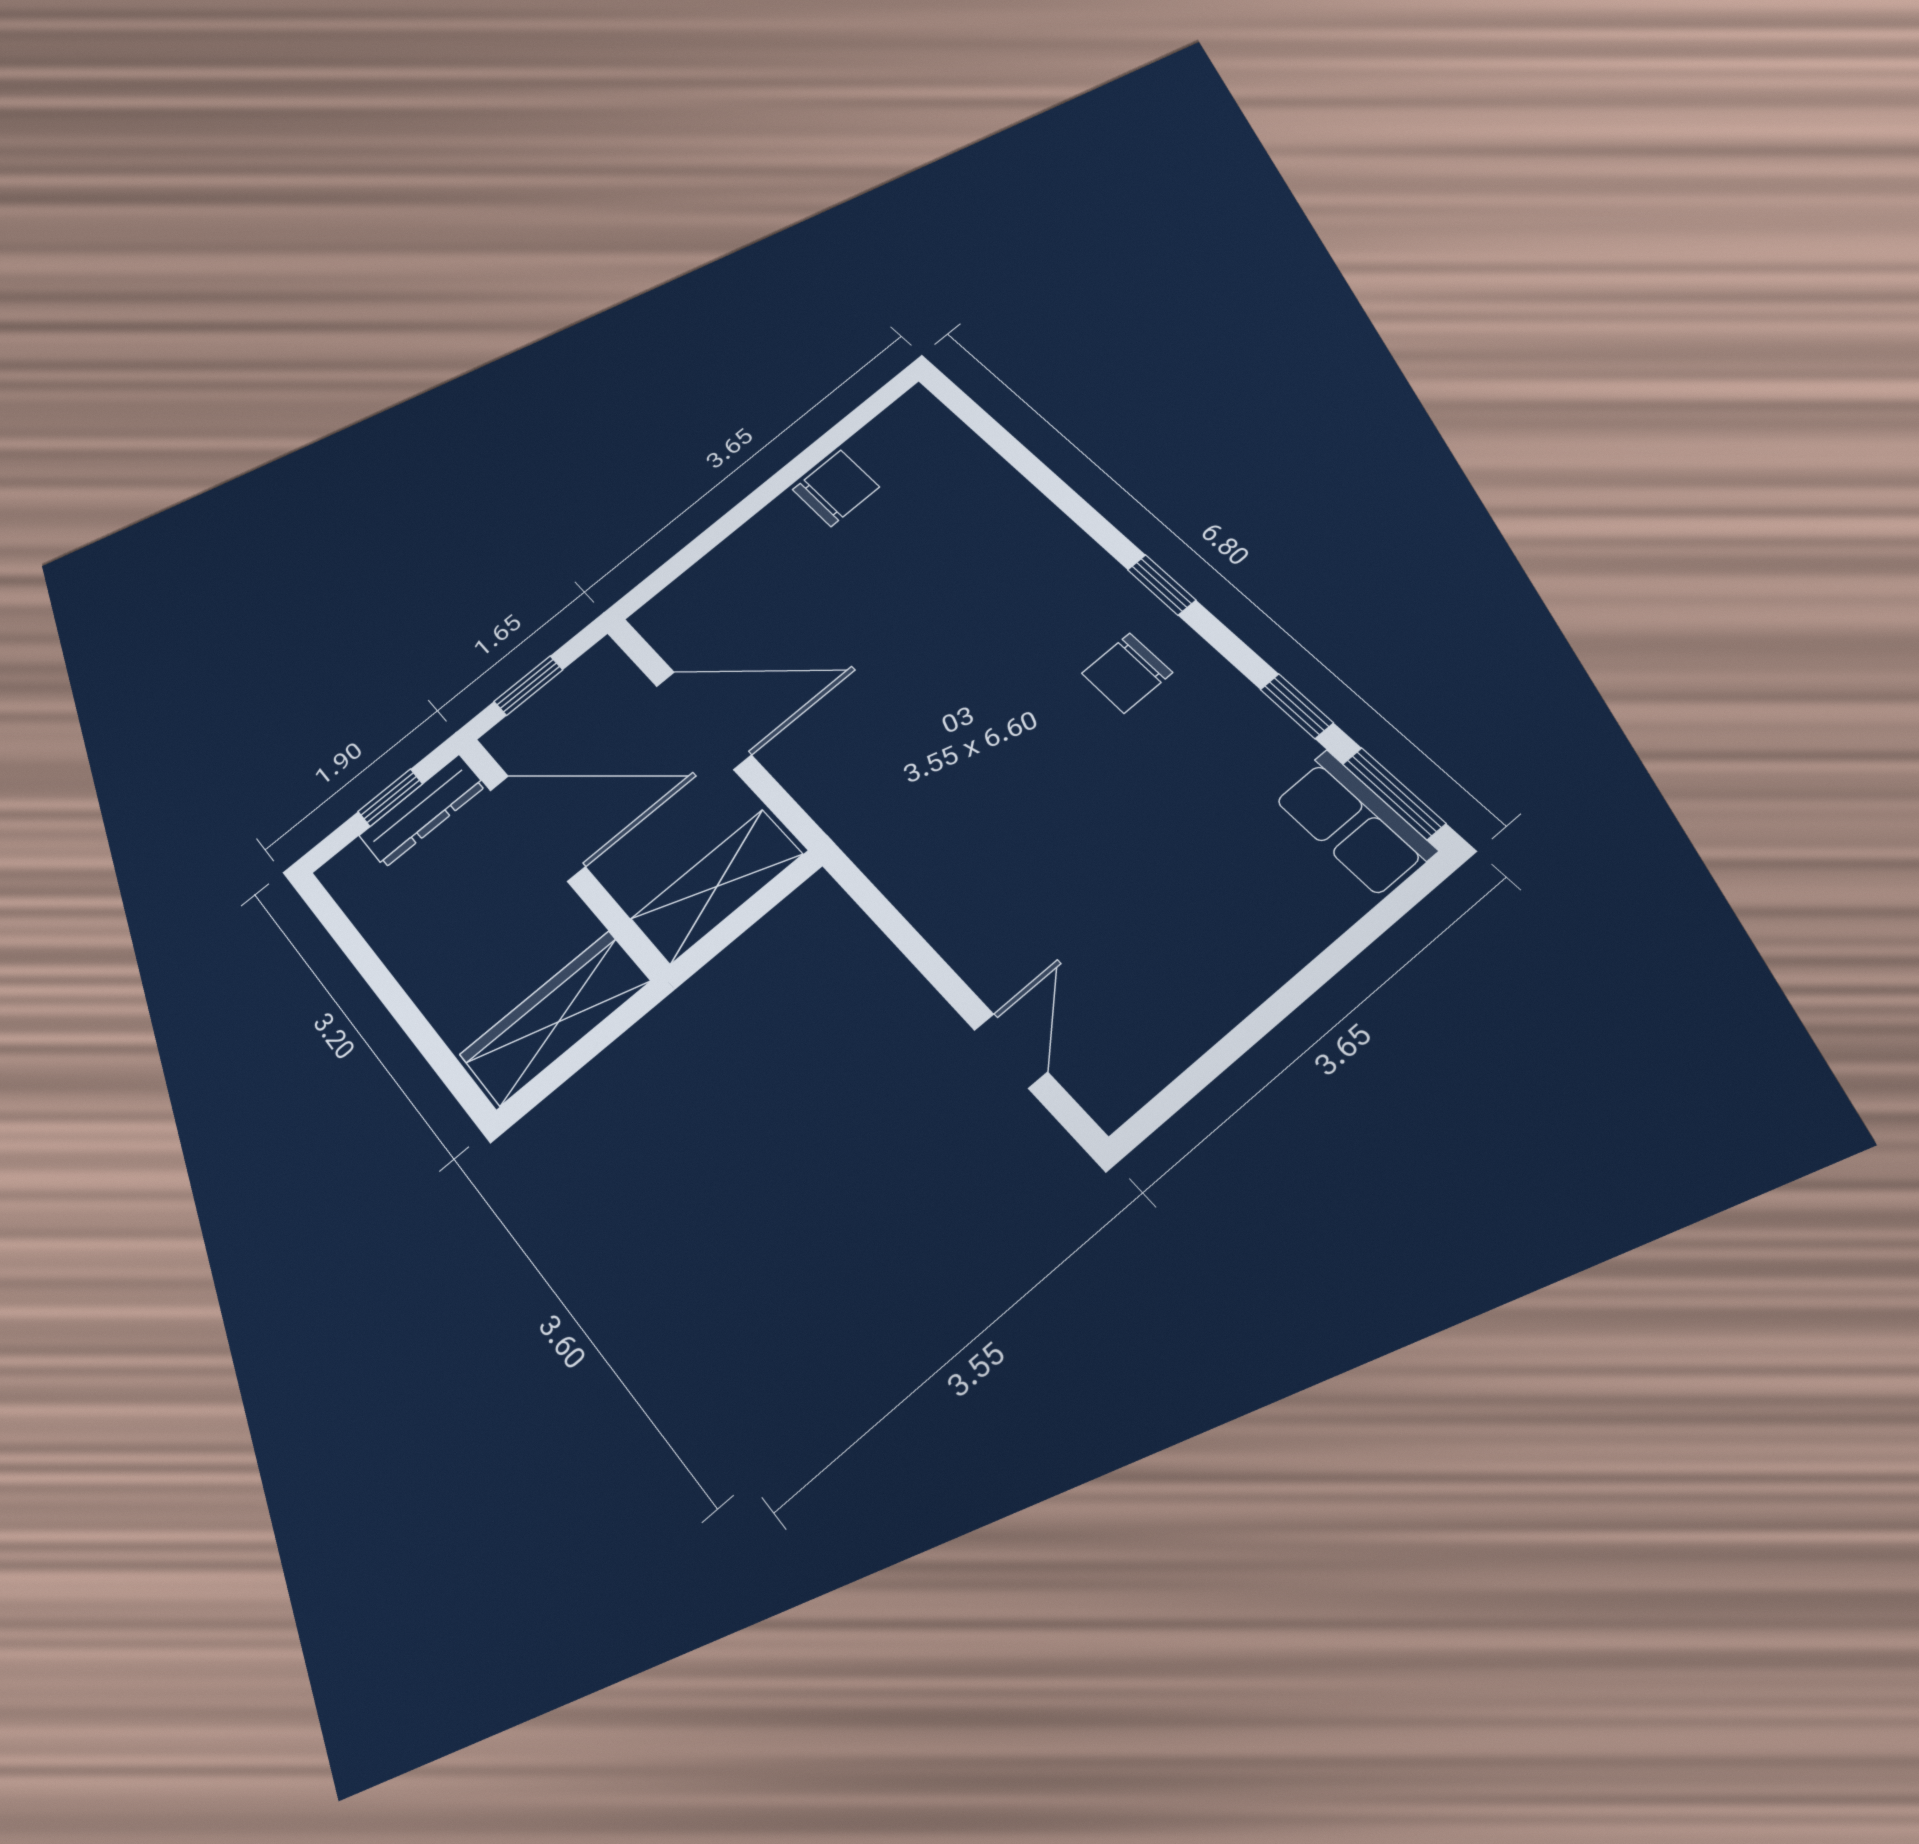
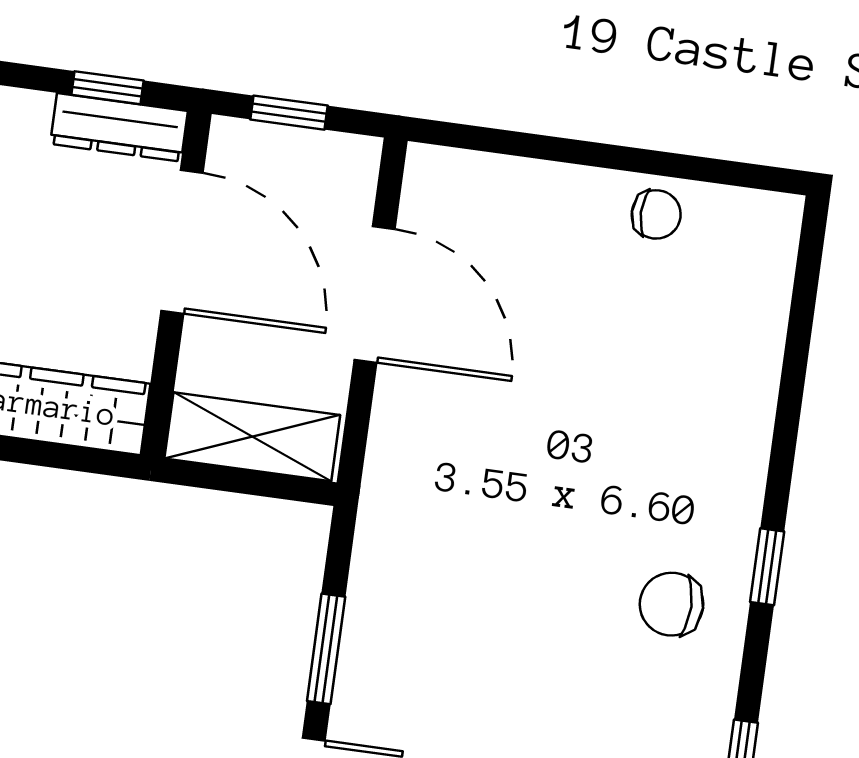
chair: (836, 488) -> (656, 214), width x0.73, depth x0.73
window: (923, 957) -> (326, 649), added

